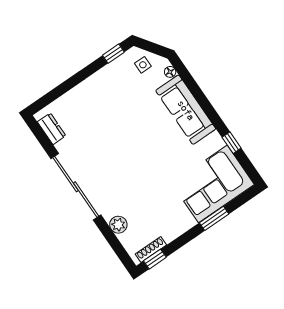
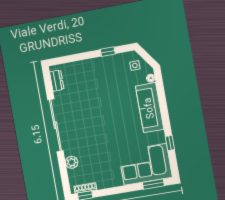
window: (113, 54) -> (108, 52), moved
window: (214, 218) -> (153, 184), moved

